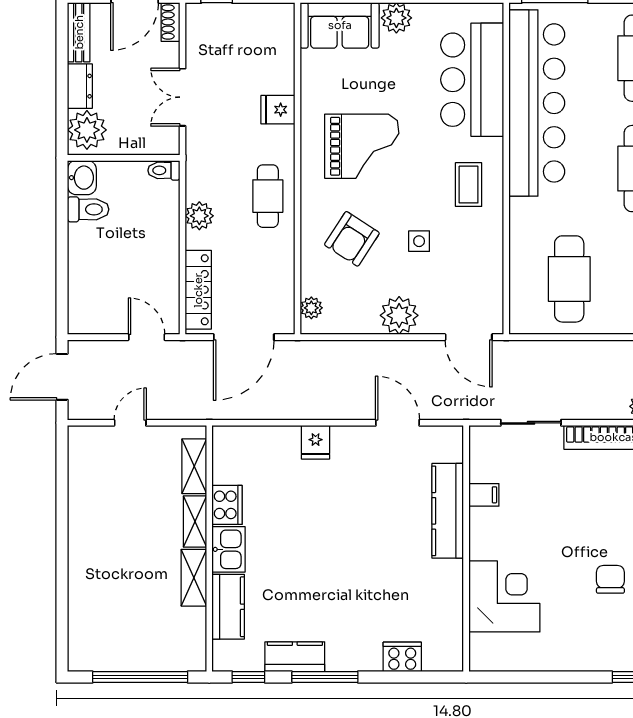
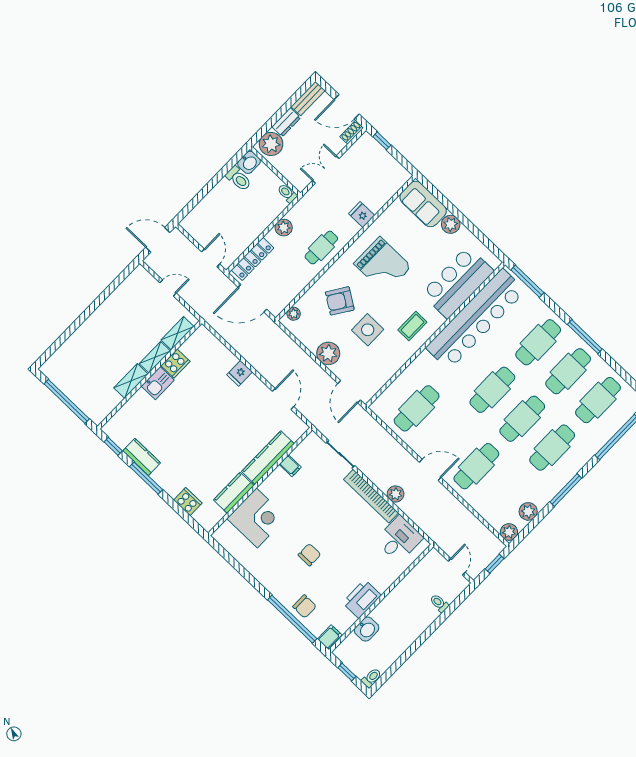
side table: (419, 241) -> (368, 330), width x1.87, depth x1.87
kitchen counter: (228, 607) -> (234, 493), moved, turned 180

